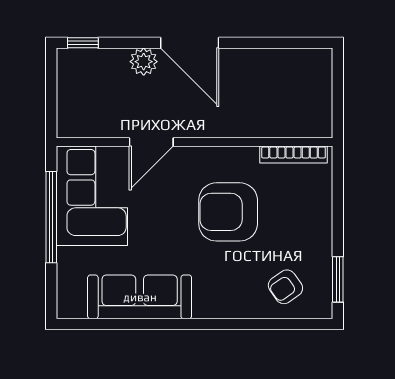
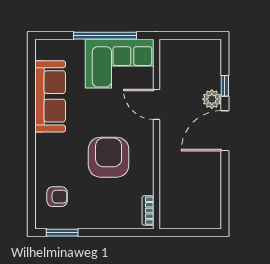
window: (83, 43) -> (225, 86), moved
bookcase: (294, 155) -> (148, 211), width x0.64
armchair: (285, 287) -> (57, 197), turned 125

